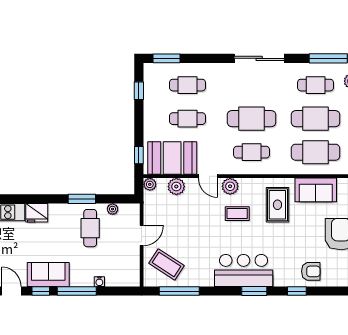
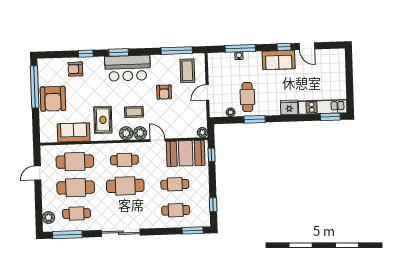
plant: (176, 187) -> (126, 133), moved
armchair: (197, 238) -> (164, 92), added
coffee table: (167, 264) -> (187, 71), turned 57
window: (77, 291) -> (240, 48), moved

